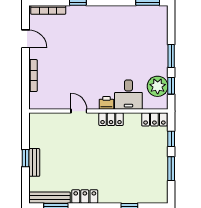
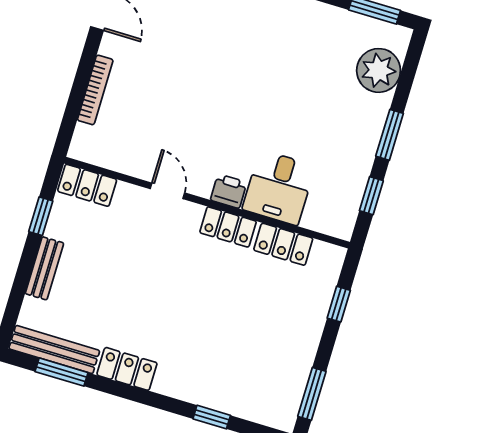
plant: (158, 86) -> (379, 70), moved
locker: (42, 119) -> (87, 185), added
locker: (154, 119) -> (283, 244), moved
window: (25, 158) -> (41, 216), moved
window: (171, 169) -> (312, 394), moved

